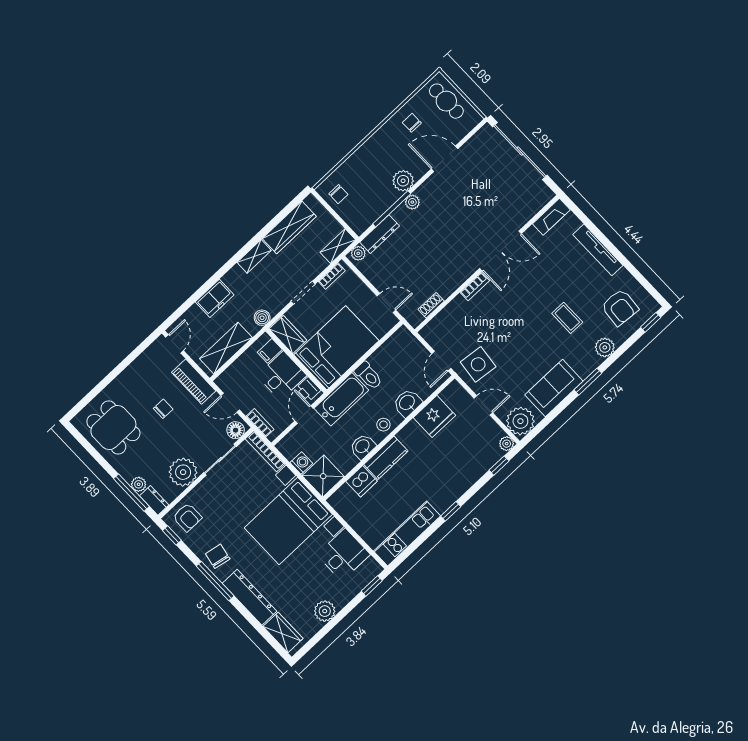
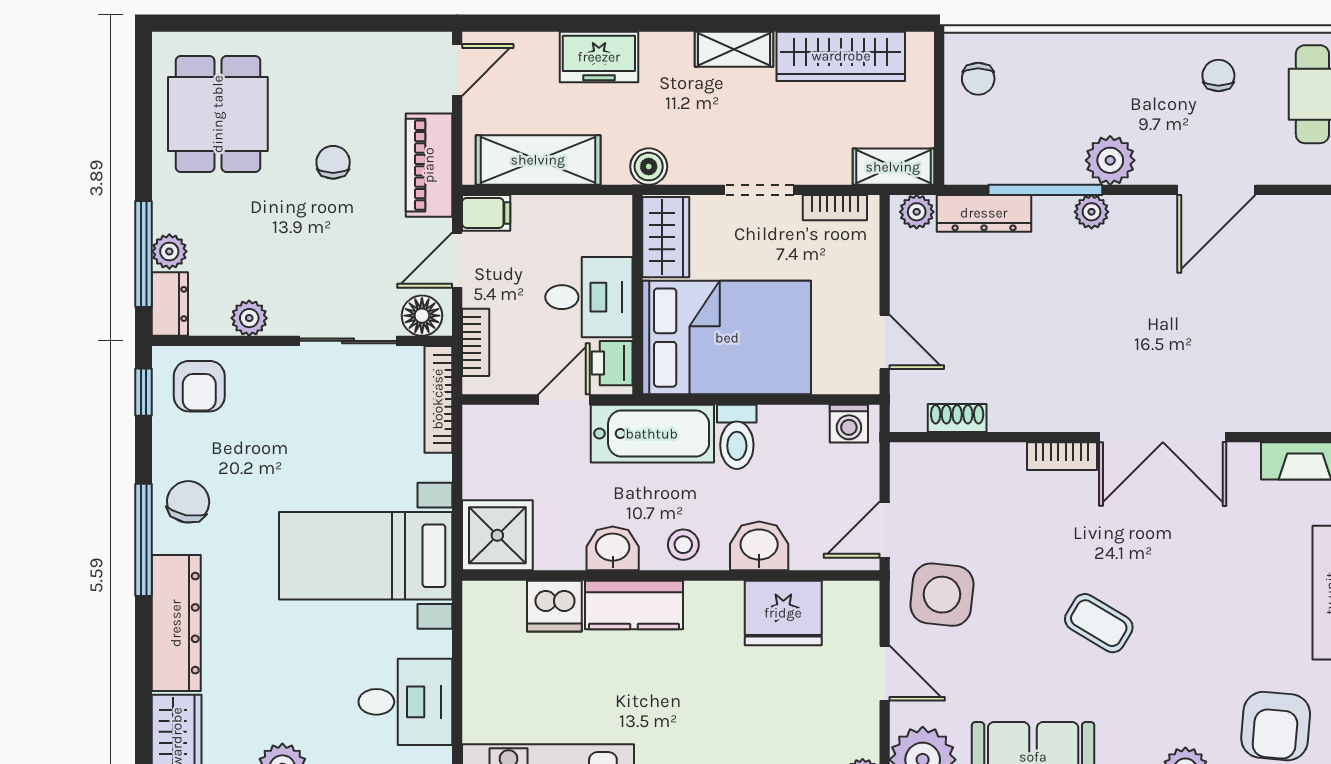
door: (445, 159) -> (1216, 190), swing flipped
coffee table: (567, 318) -> (1099, 623), moved, turned -59
filing cabinet: (270, 351) -> (486, 213), moved, turned 180
door: (230, 403) -> (457, 260), hinge flipped
chair: (163, 409) -> (333, 162), turned -90
washing machine: (301, 463) -> (849, 424), moved, turned 90
plant: (183, 472) -> (249, 318), width x0.53, depth x0.53
bed with nightstands: (288, 521) -> (366, 556), width x0.73

